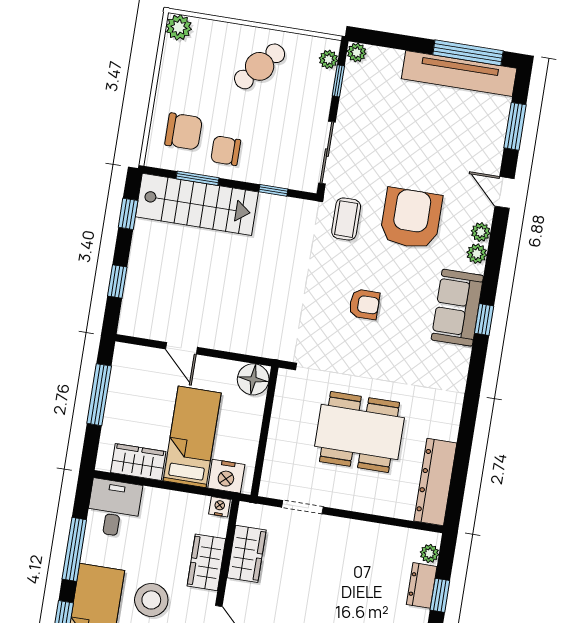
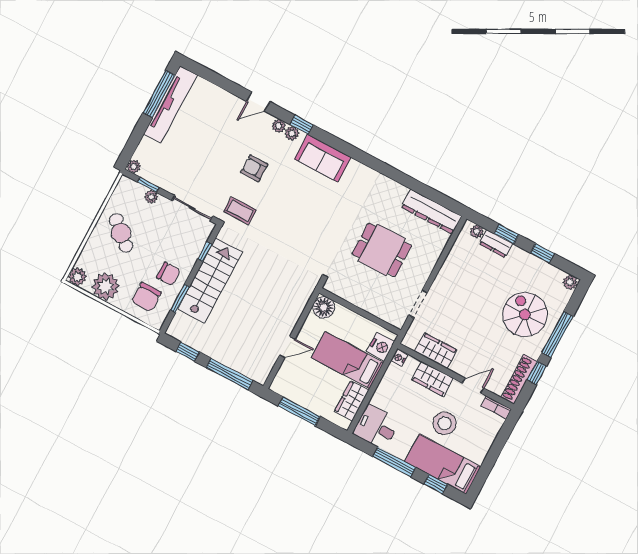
plant: (328, 59) -> (151, 197), moved
plant: (179, 70) -> (106, 286), added
window: (515, 126) -> (217, 80), removed
chair: (184, 131) -> (146, 297), turned 180
chair: (226, 151) -> (168, 274), turned -90
stairs: (197, 204) -> (210, 280), moved
armchair: (411, 219) -> (254, 168), width x0.53, depth x0.53
window: (117, 282) -> (229, 374), width x2.17
armchair: (364, 304) -> (300, 218), removed
window: (484, 320) -> (302, 125), moved
dining table: (359, 432) -> (382, 250), width x0.73

